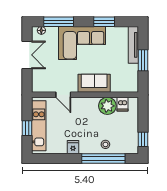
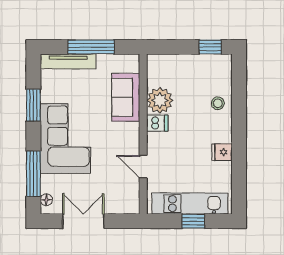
window: (143, 60) -> (91, 47), width x1.44
sofa: (94, 83) -> (126, 97), moved
door: (63, 95) -> (143, 167), swing flipped
dishwasher: (123, 104) -> (157, 123), moved
window: (103, 159) -> (239, 107), removed

